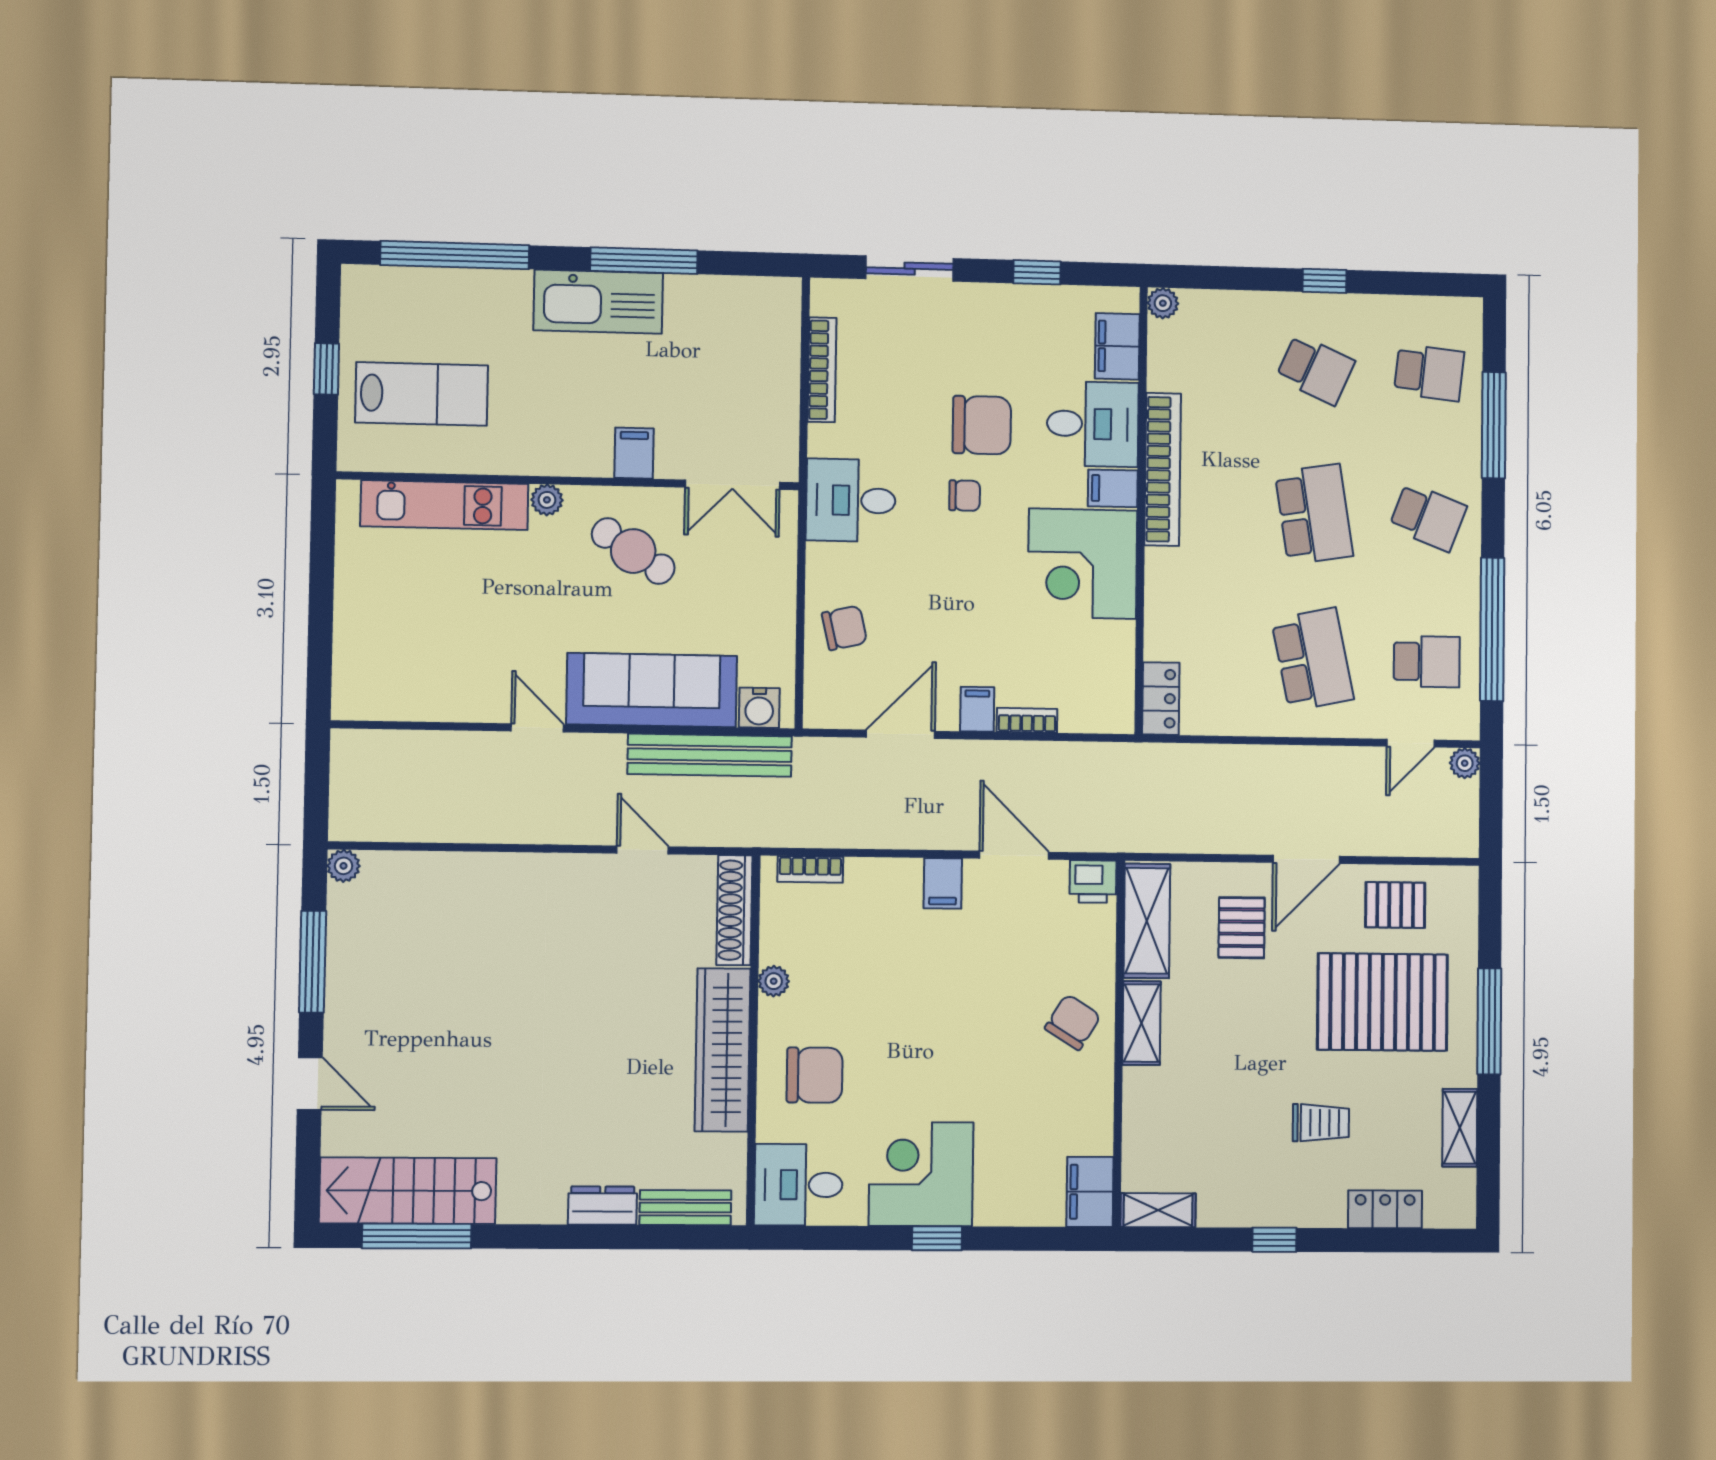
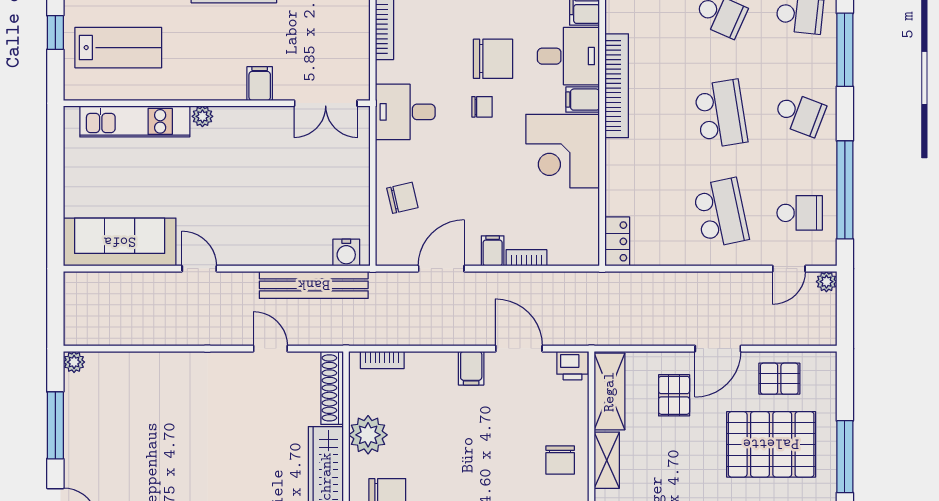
cafe table: (633, 551) -> (260, 149), removed
sofa: (652, 690) -> (120, 242), moved
plant: (774, 981) -> (368, 435), width x1.88, depth x1.88
chair: (1073, 1022) -> (560, 460), turned 148

